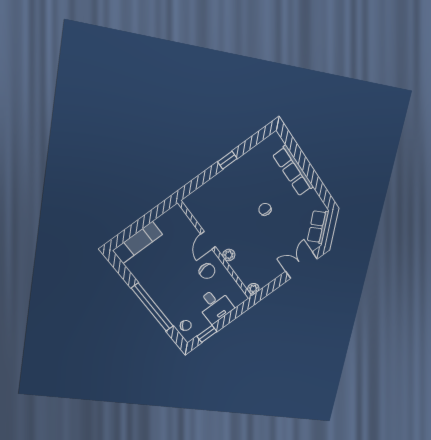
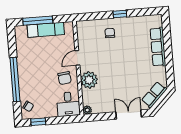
chair: (265, 209) -> (110, 33), moved
window: (136, 227) -> (38, 21), added
exam couch: (138, 242) -> (46, 30), moved
plant: (229, 255) -> (89, 80), width x1.87, depth x1.87
desk: (215, 305) -> (68, 104), moved

